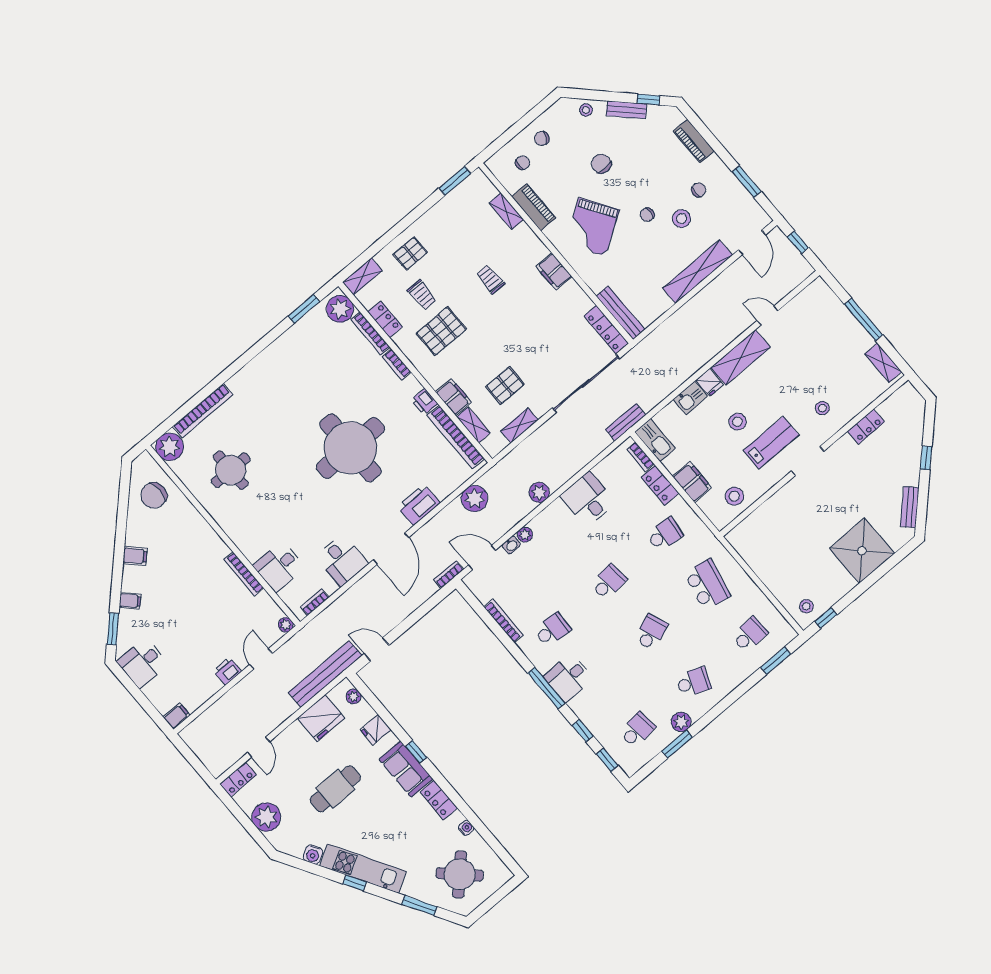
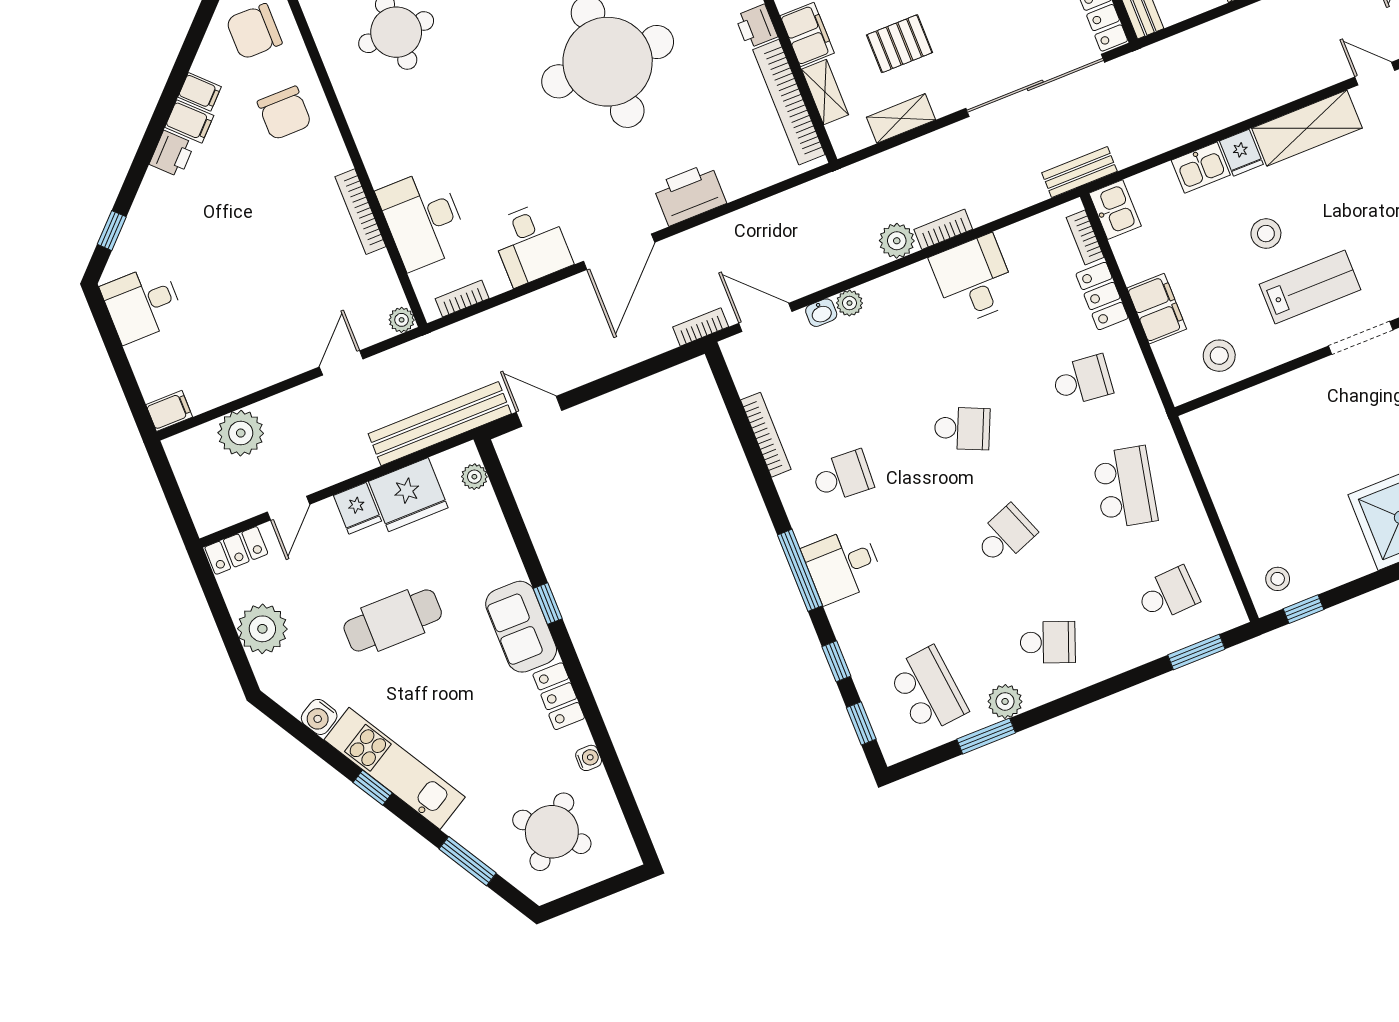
kitchen sink: (655, 440) -> (1115, 210), width x0.73
bookcase: (562, 478) -> (943, 229), added
plant: (474, 499) -> (241, 433), moved
chair: (185, 534) -> (284, 113), added
desk: (279, 567) -> (423, 219), width x1.37
school desk: (609, 582) -> (962, 428), turned 30
filing cabinet: (130, 601) -> (199, 92), moved
window: (113, 629) -> (112, 231), width x0.67
printer: (227, 671) -> (172, 154), moved, turned 135
fridge: (376, 730) -> (358, 508), moved, turned -90
school desk: (637, 730) -> (928, 690), width x1.85

